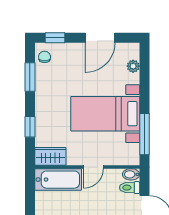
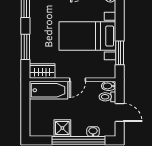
window: (30, 127) -> (25, 47), width x1.50
window: (144, 134) -> (120, 53), width x0.69

